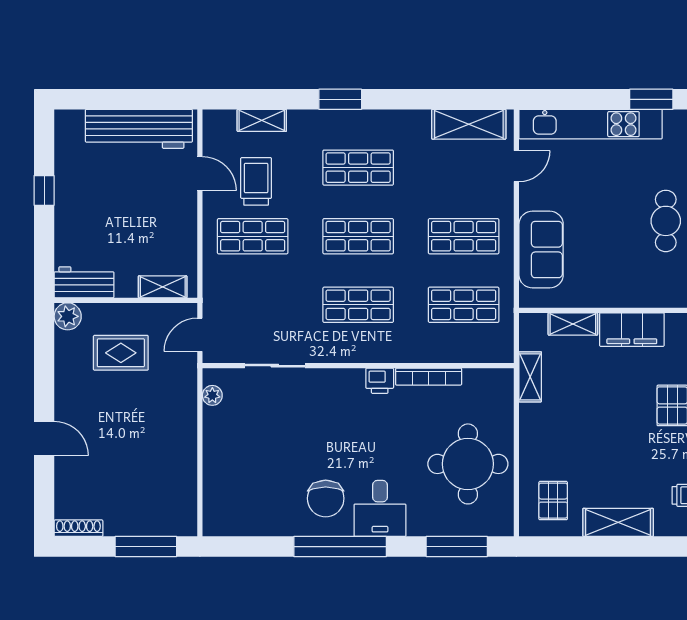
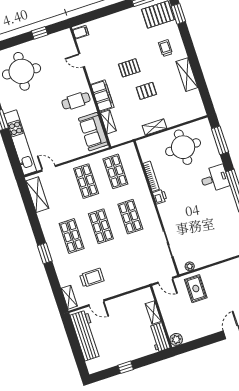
shelving: (262, 120) -> (69, 297), moved
door: (200, 174) -> (96, 303), swing flipped
trolley: (256, 181) -> (92, 278), turned 180
cafe table: (666, 221) -> (76, 101), moved
shop shelf: (253, 236) -> (116, 271), removed
sofa: (541, 250) -> (93, 132), moved, turned -90
shelving: (163, 287) -> (153, 313), moved
rug: (121, 353) -> (196, 289), moved
shelving: (530, 377) -> (154, 127), moved
chair: (326, 498) -> (218, 203), removed
pallet: (553, 501) -> (146, 91), moved

